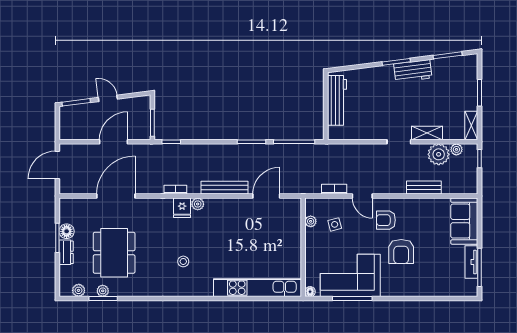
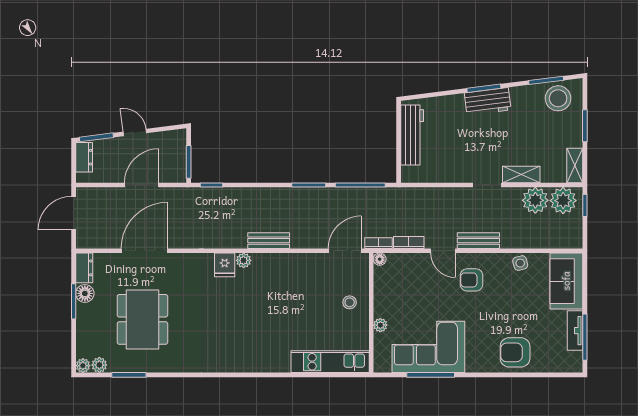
stool: (457, 70) -> (558, 98), added
workbench: (413, 71) -> (488, 101), moved
dresser: (66, 119) -> (84, 157), added
plant: (456, 149) -> (563, 201), width x1.88, depth x1.88
bench: (225, 188) -> (269, 241), width x0.73
bench: (424, 188) -> (478, 241), moved
bookcase: (175, 190) -> (379, 243), moved
door: (266, 196) -> (345, 251), moved
plant: (311, 221) -> (380, 325), moved
side table: (335, 224) -> (520, 263), moved
armchair: (401, 251) -> (515, 352), moved, turned 90
dresser: (66, 252) -> (84, 268), moved
stool: (183, 261) -> (350, 302), moved
kitchen unit: (257, 288) -> (330, 362), width x0.73
plant: (103, 291) -> (83, 366), moved
floor lamp: (310, 292) -> (380, 259), moved

